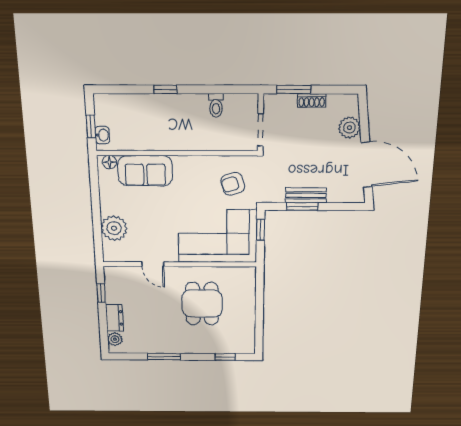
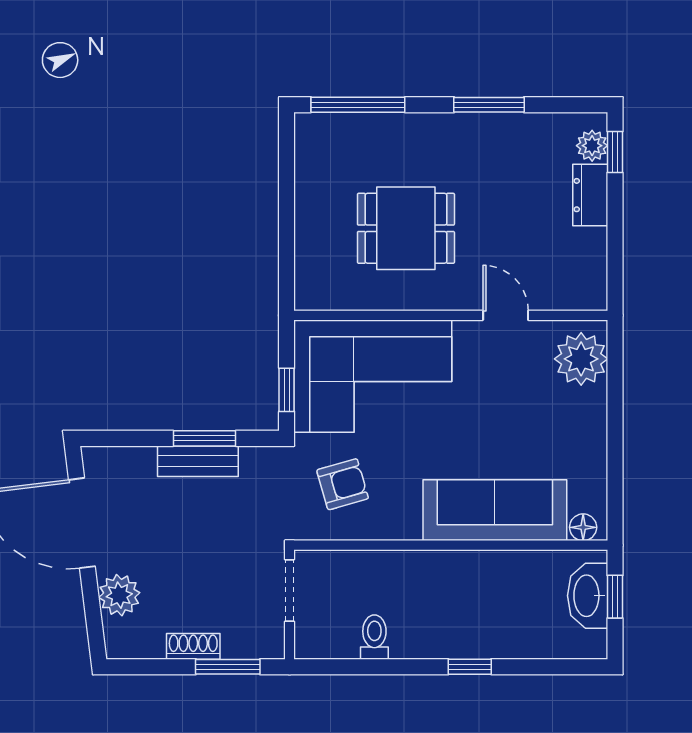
washbasin: (102, 135) -> (588, 596), width x1.91, depth x1.45
sofa: (145, 171) -> (495, 510), width x1.36
plant: (114, 228) -> (581, 359), moved
window: (101, 293) -> (615, 152), moved
dining table: (202, 304) -> (406, 228), turned 90
window: (225, 357) -> (358, 105), width x2.17

